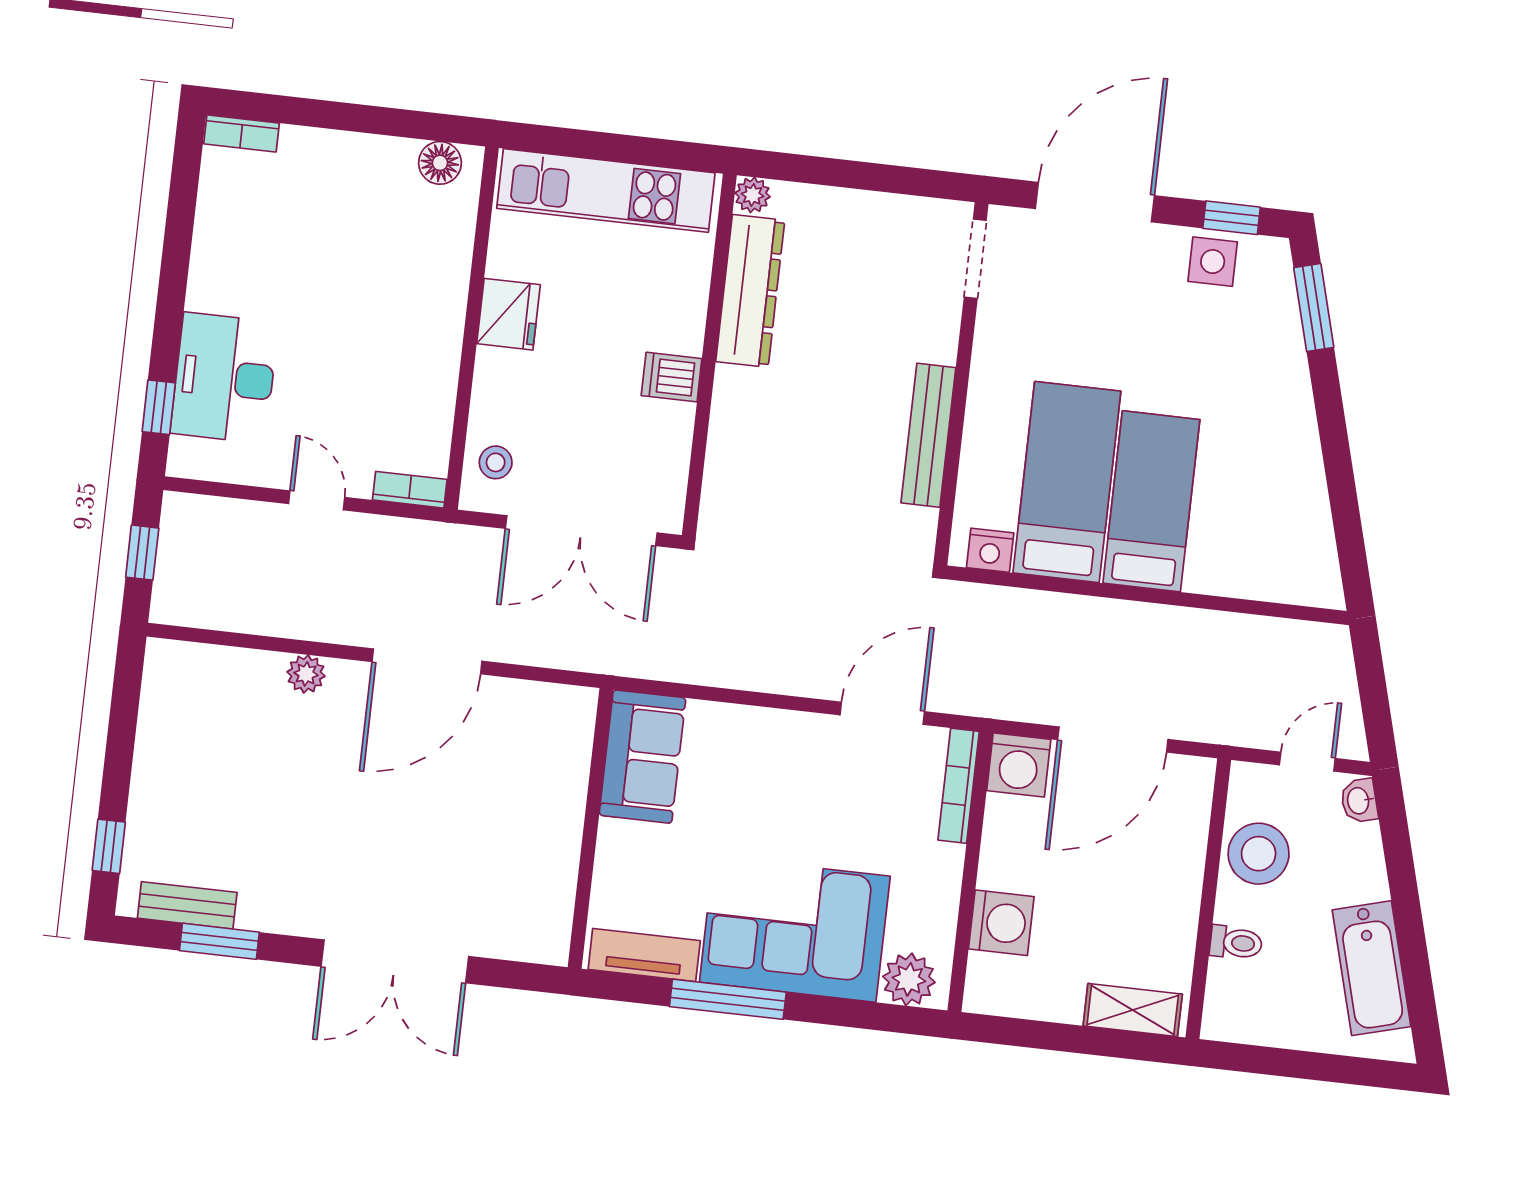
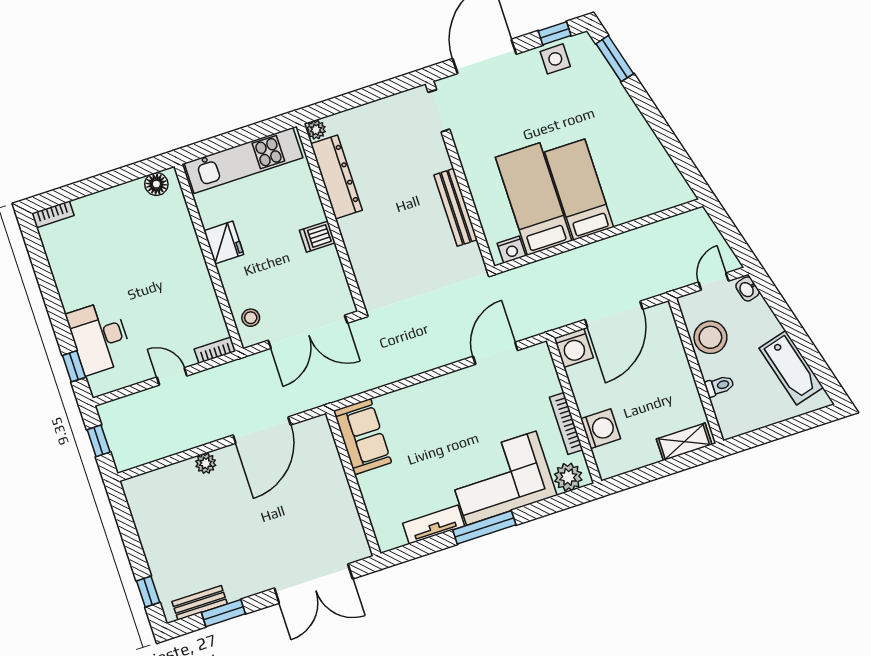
sofa: (642, 757) -> (362, 437), moved
bookcase: (959, 786) -> (566, 424), moved
wall: (591, 828) -> (353, 483), moved

